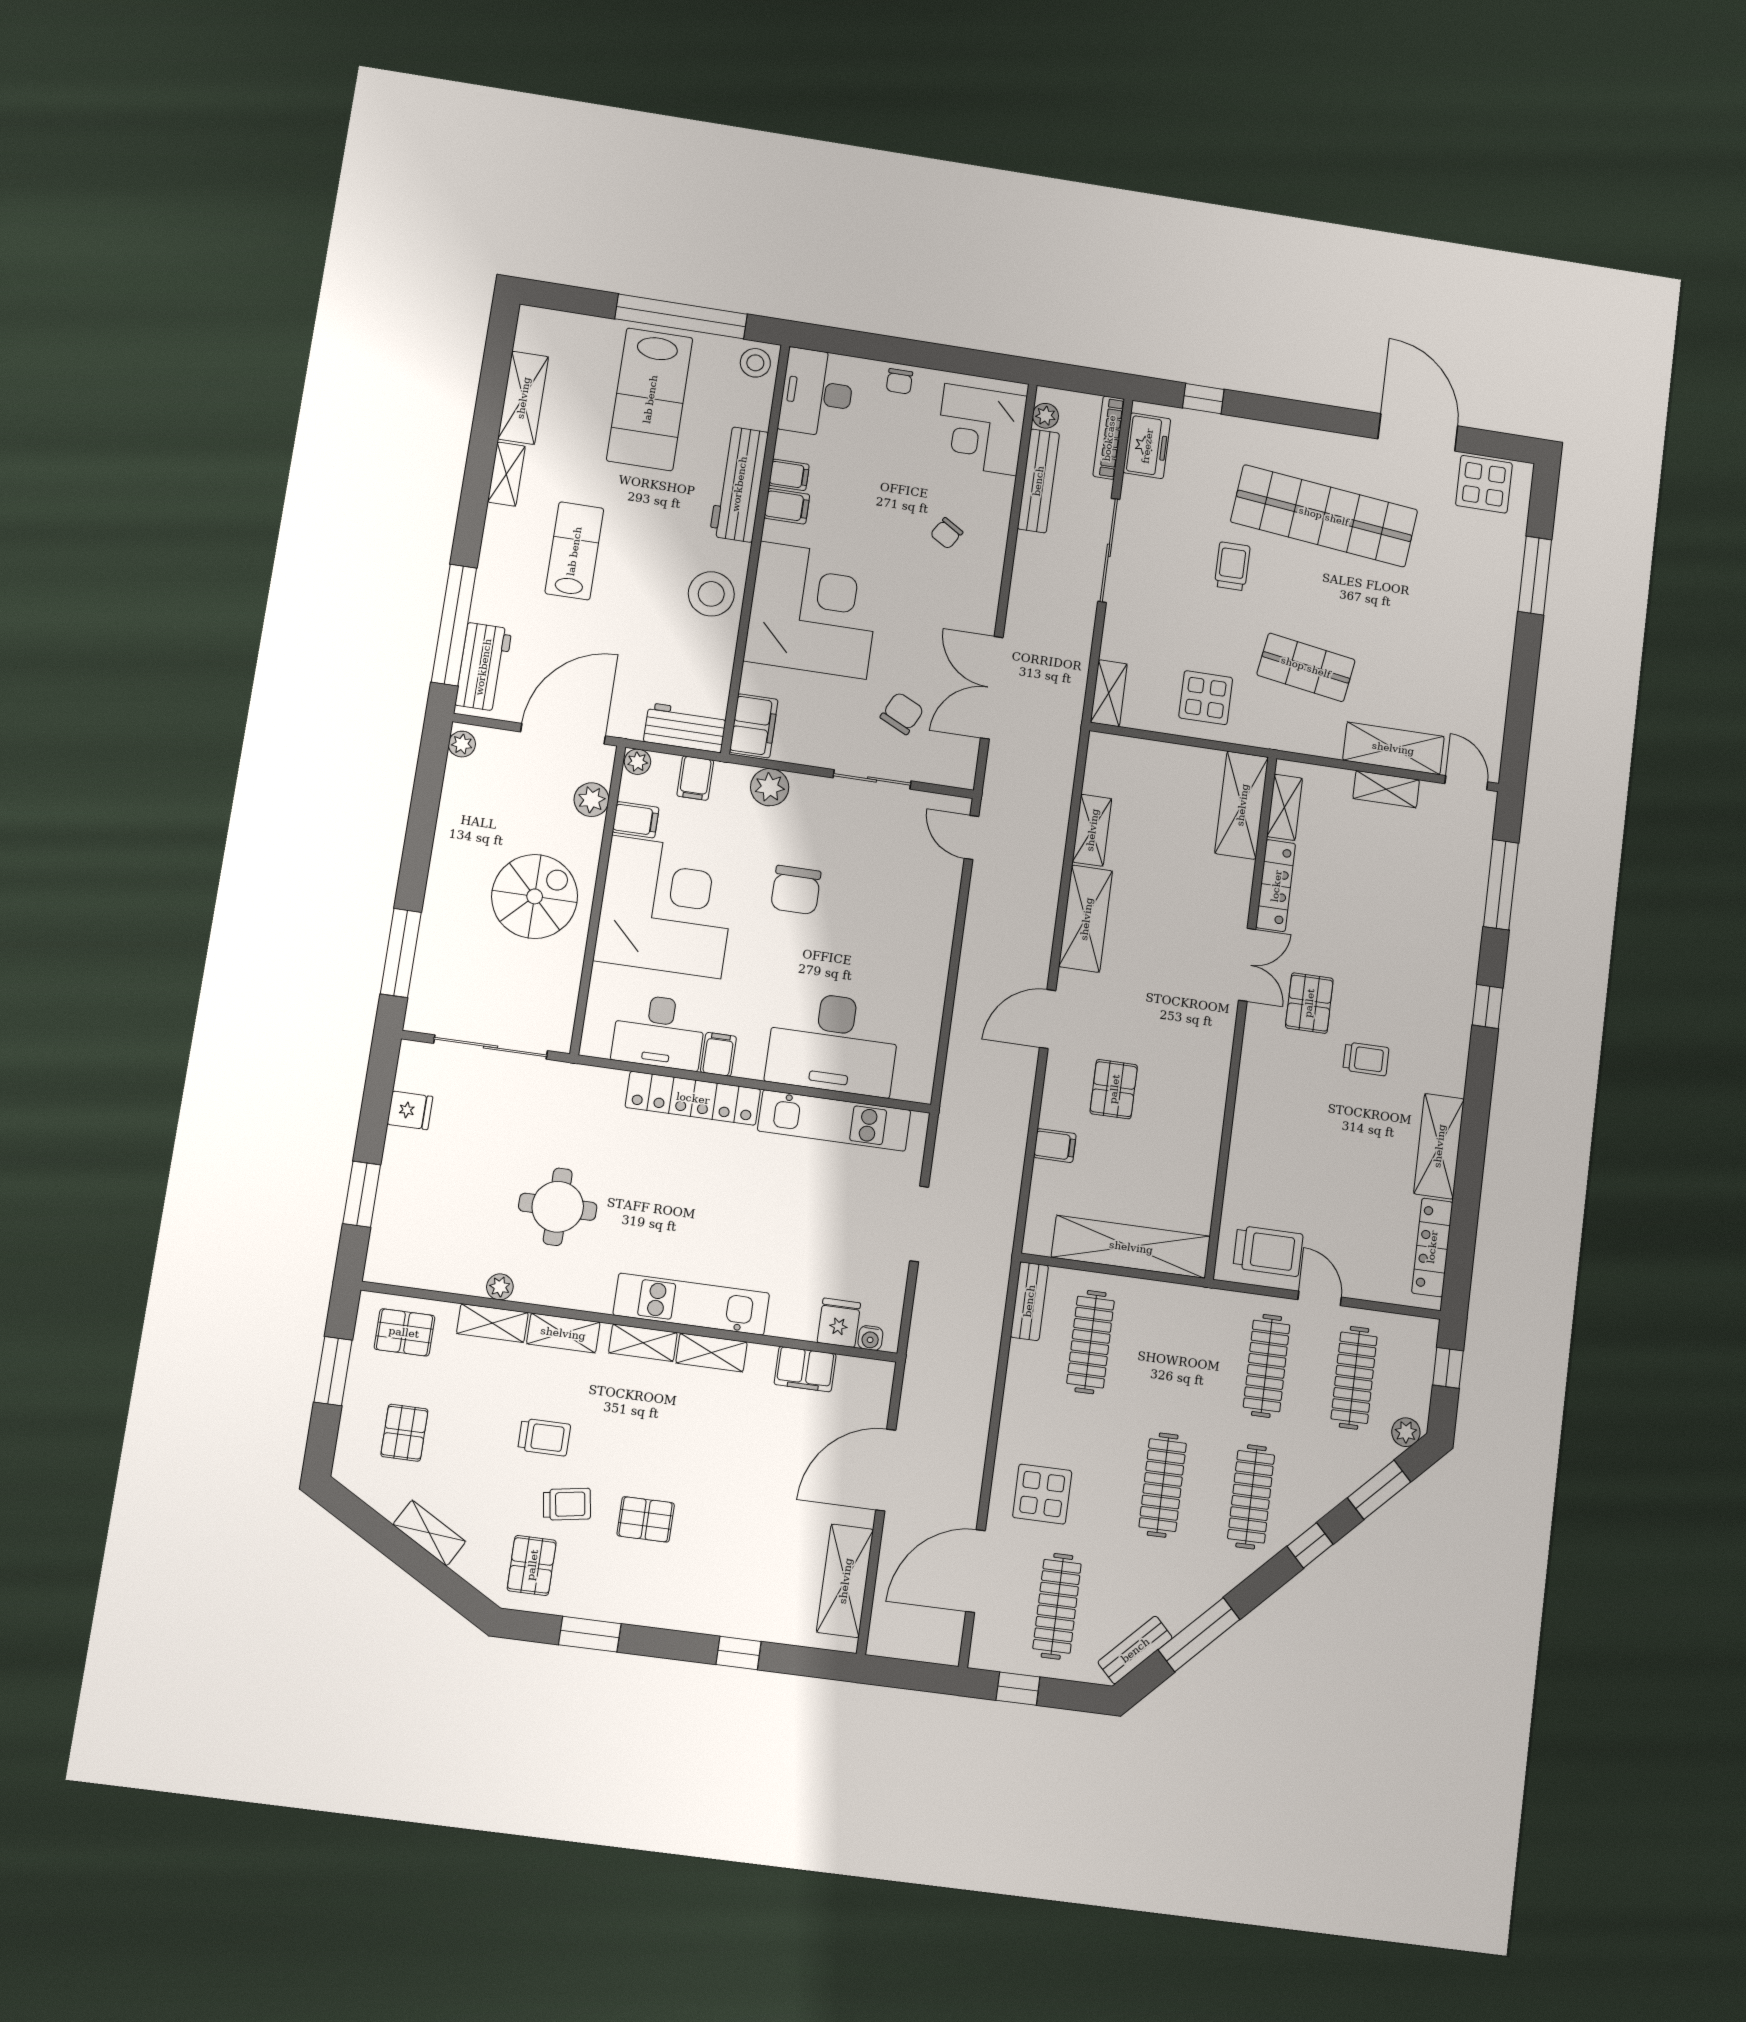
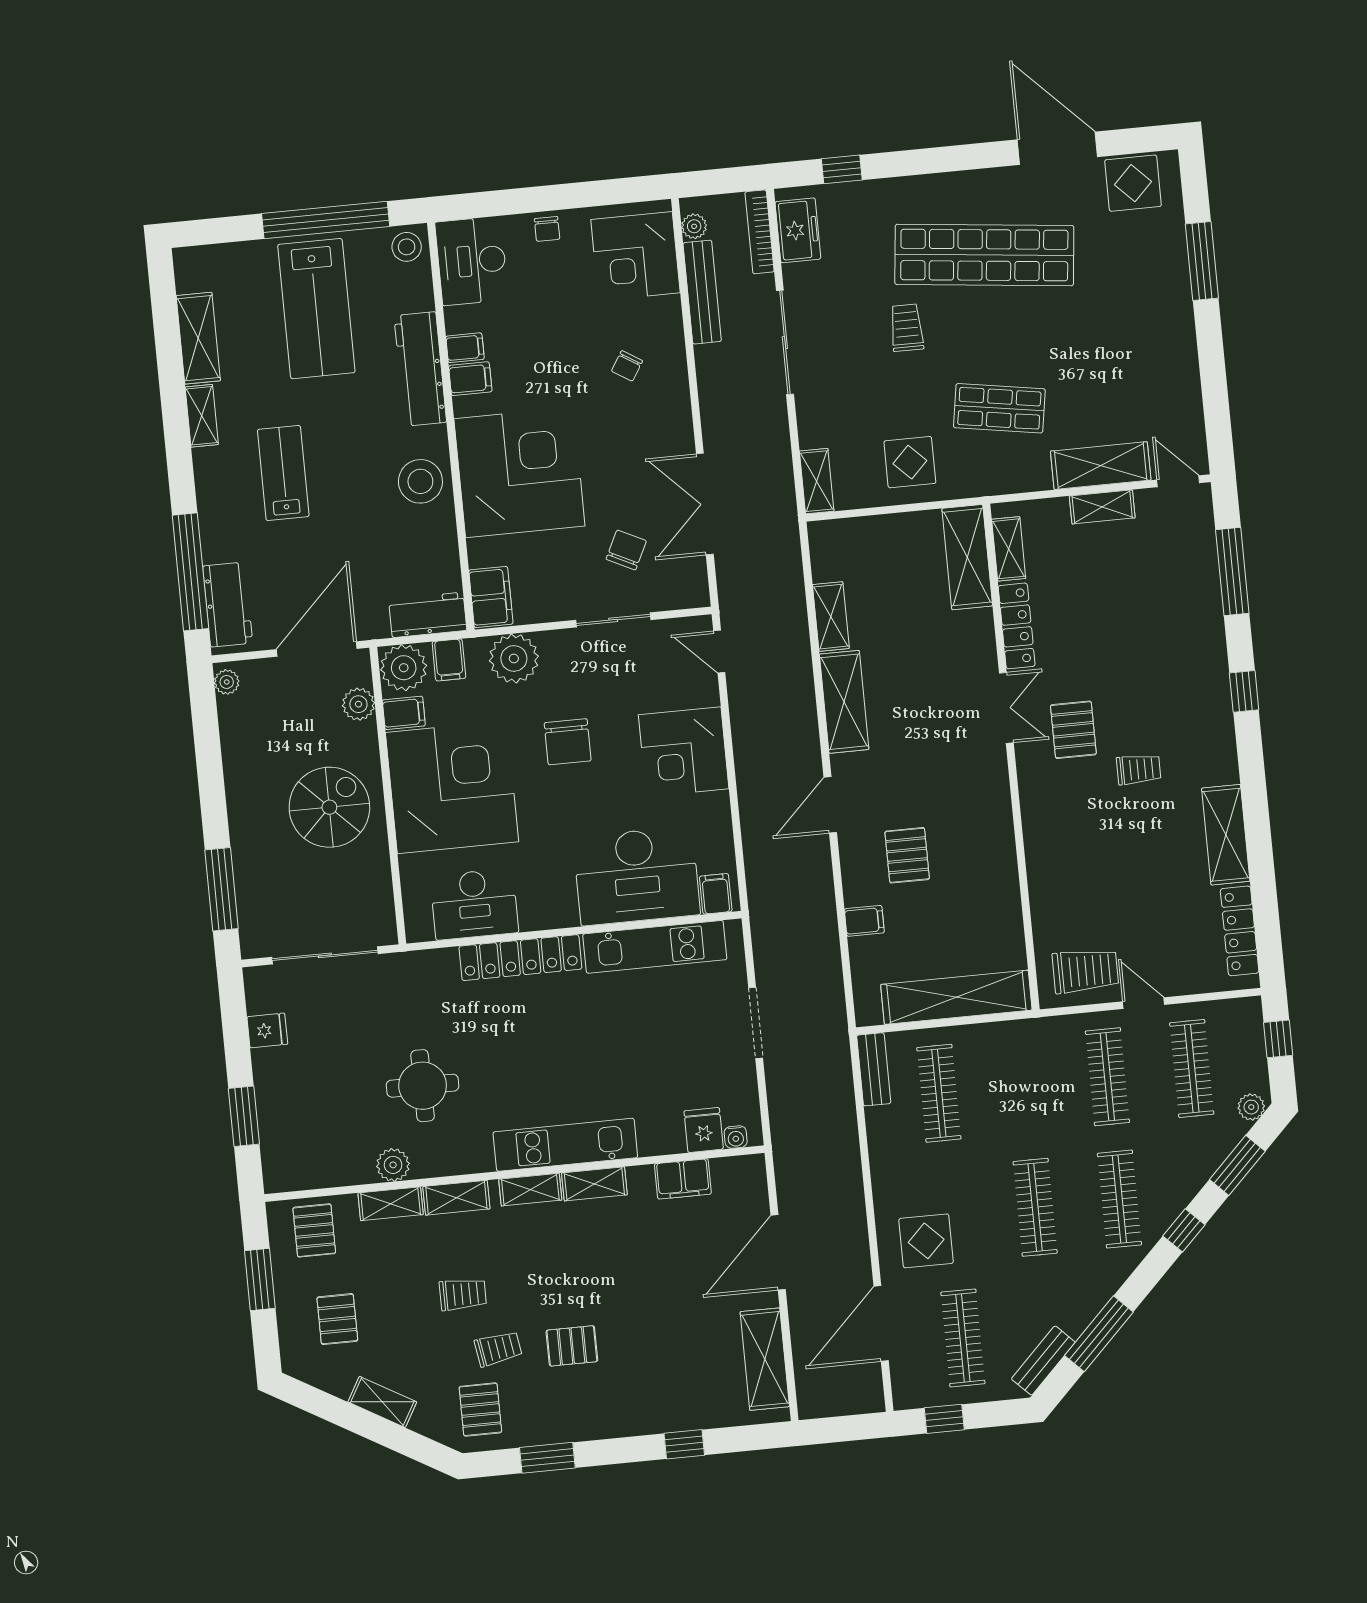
plant: (637, 762) -> (404, 668), width x1.88, depth x1.88
plant: (770, 787) -> (514, 658), width x1.36, depth x1.36
corner desk: (911, 929) -> (684, 752), added
filing cabinet: (718, 1054) -> (716, 894), moved
plant: (500, 1287) -> (393, 1165), width x1.38, depth x1.38
pallet: (404, 1332) -> (314, 1230), turned 90

